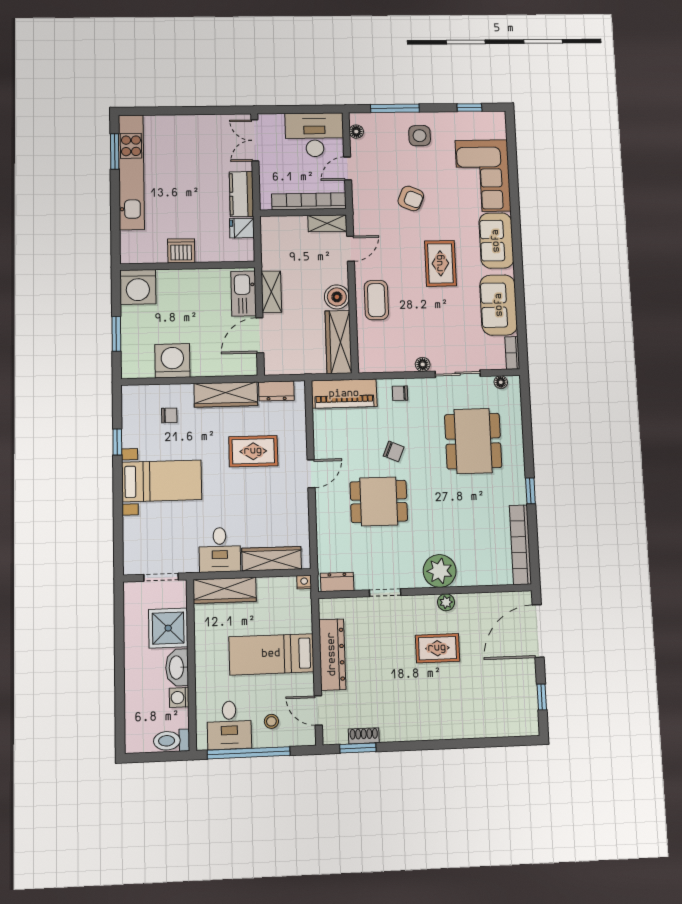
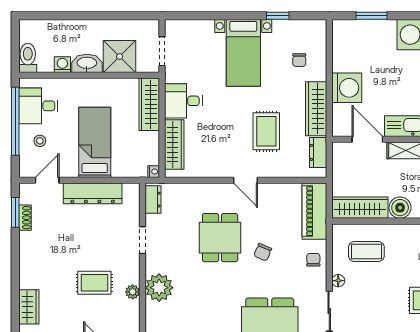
coffee table: (376, 300) -> (366, 252), moved
washing machine: (172, 361) -> (347, 88), moved
rug: (437, 648) -> (94, 283), turned 90
wardrobe: (469, 726) -> (29, 307), added

